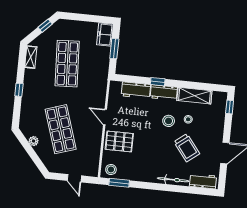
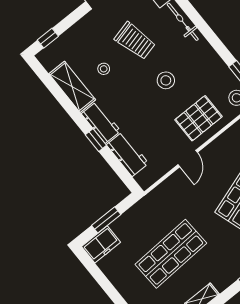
stool: (169, 121) -> (166, 80), moved
pallet: (119, 141) -> (199, 118), turned 90
trolley: (187, 148) -> (135, 41), turned 114

